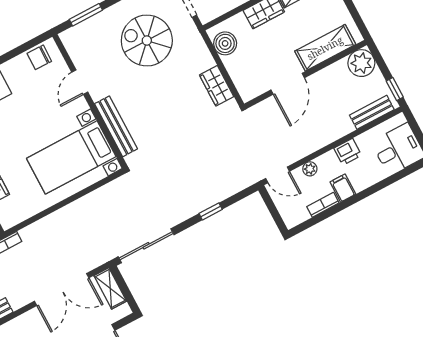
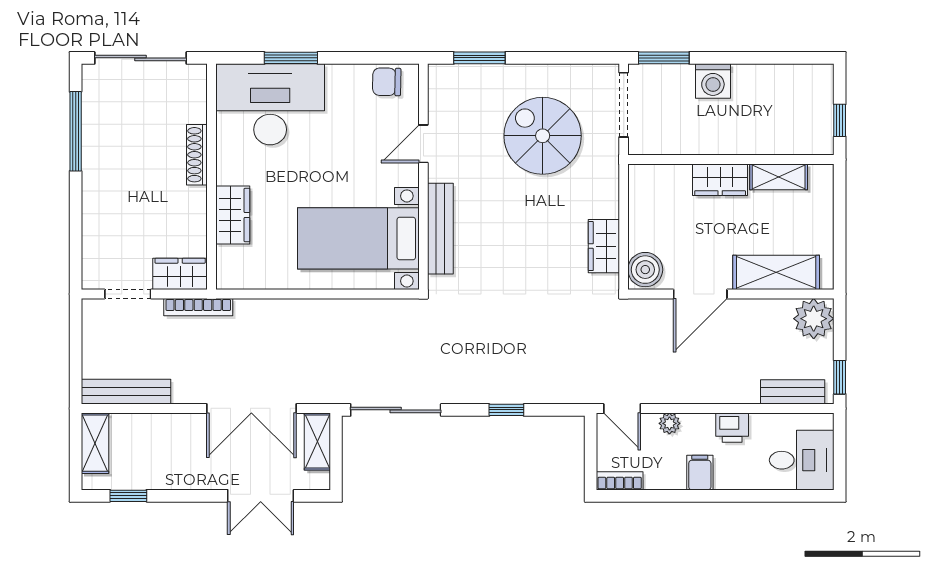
boiler: (225, 43) -> (645, 270), moved
bookcase: (323, 205) -> (620, 481), moved

